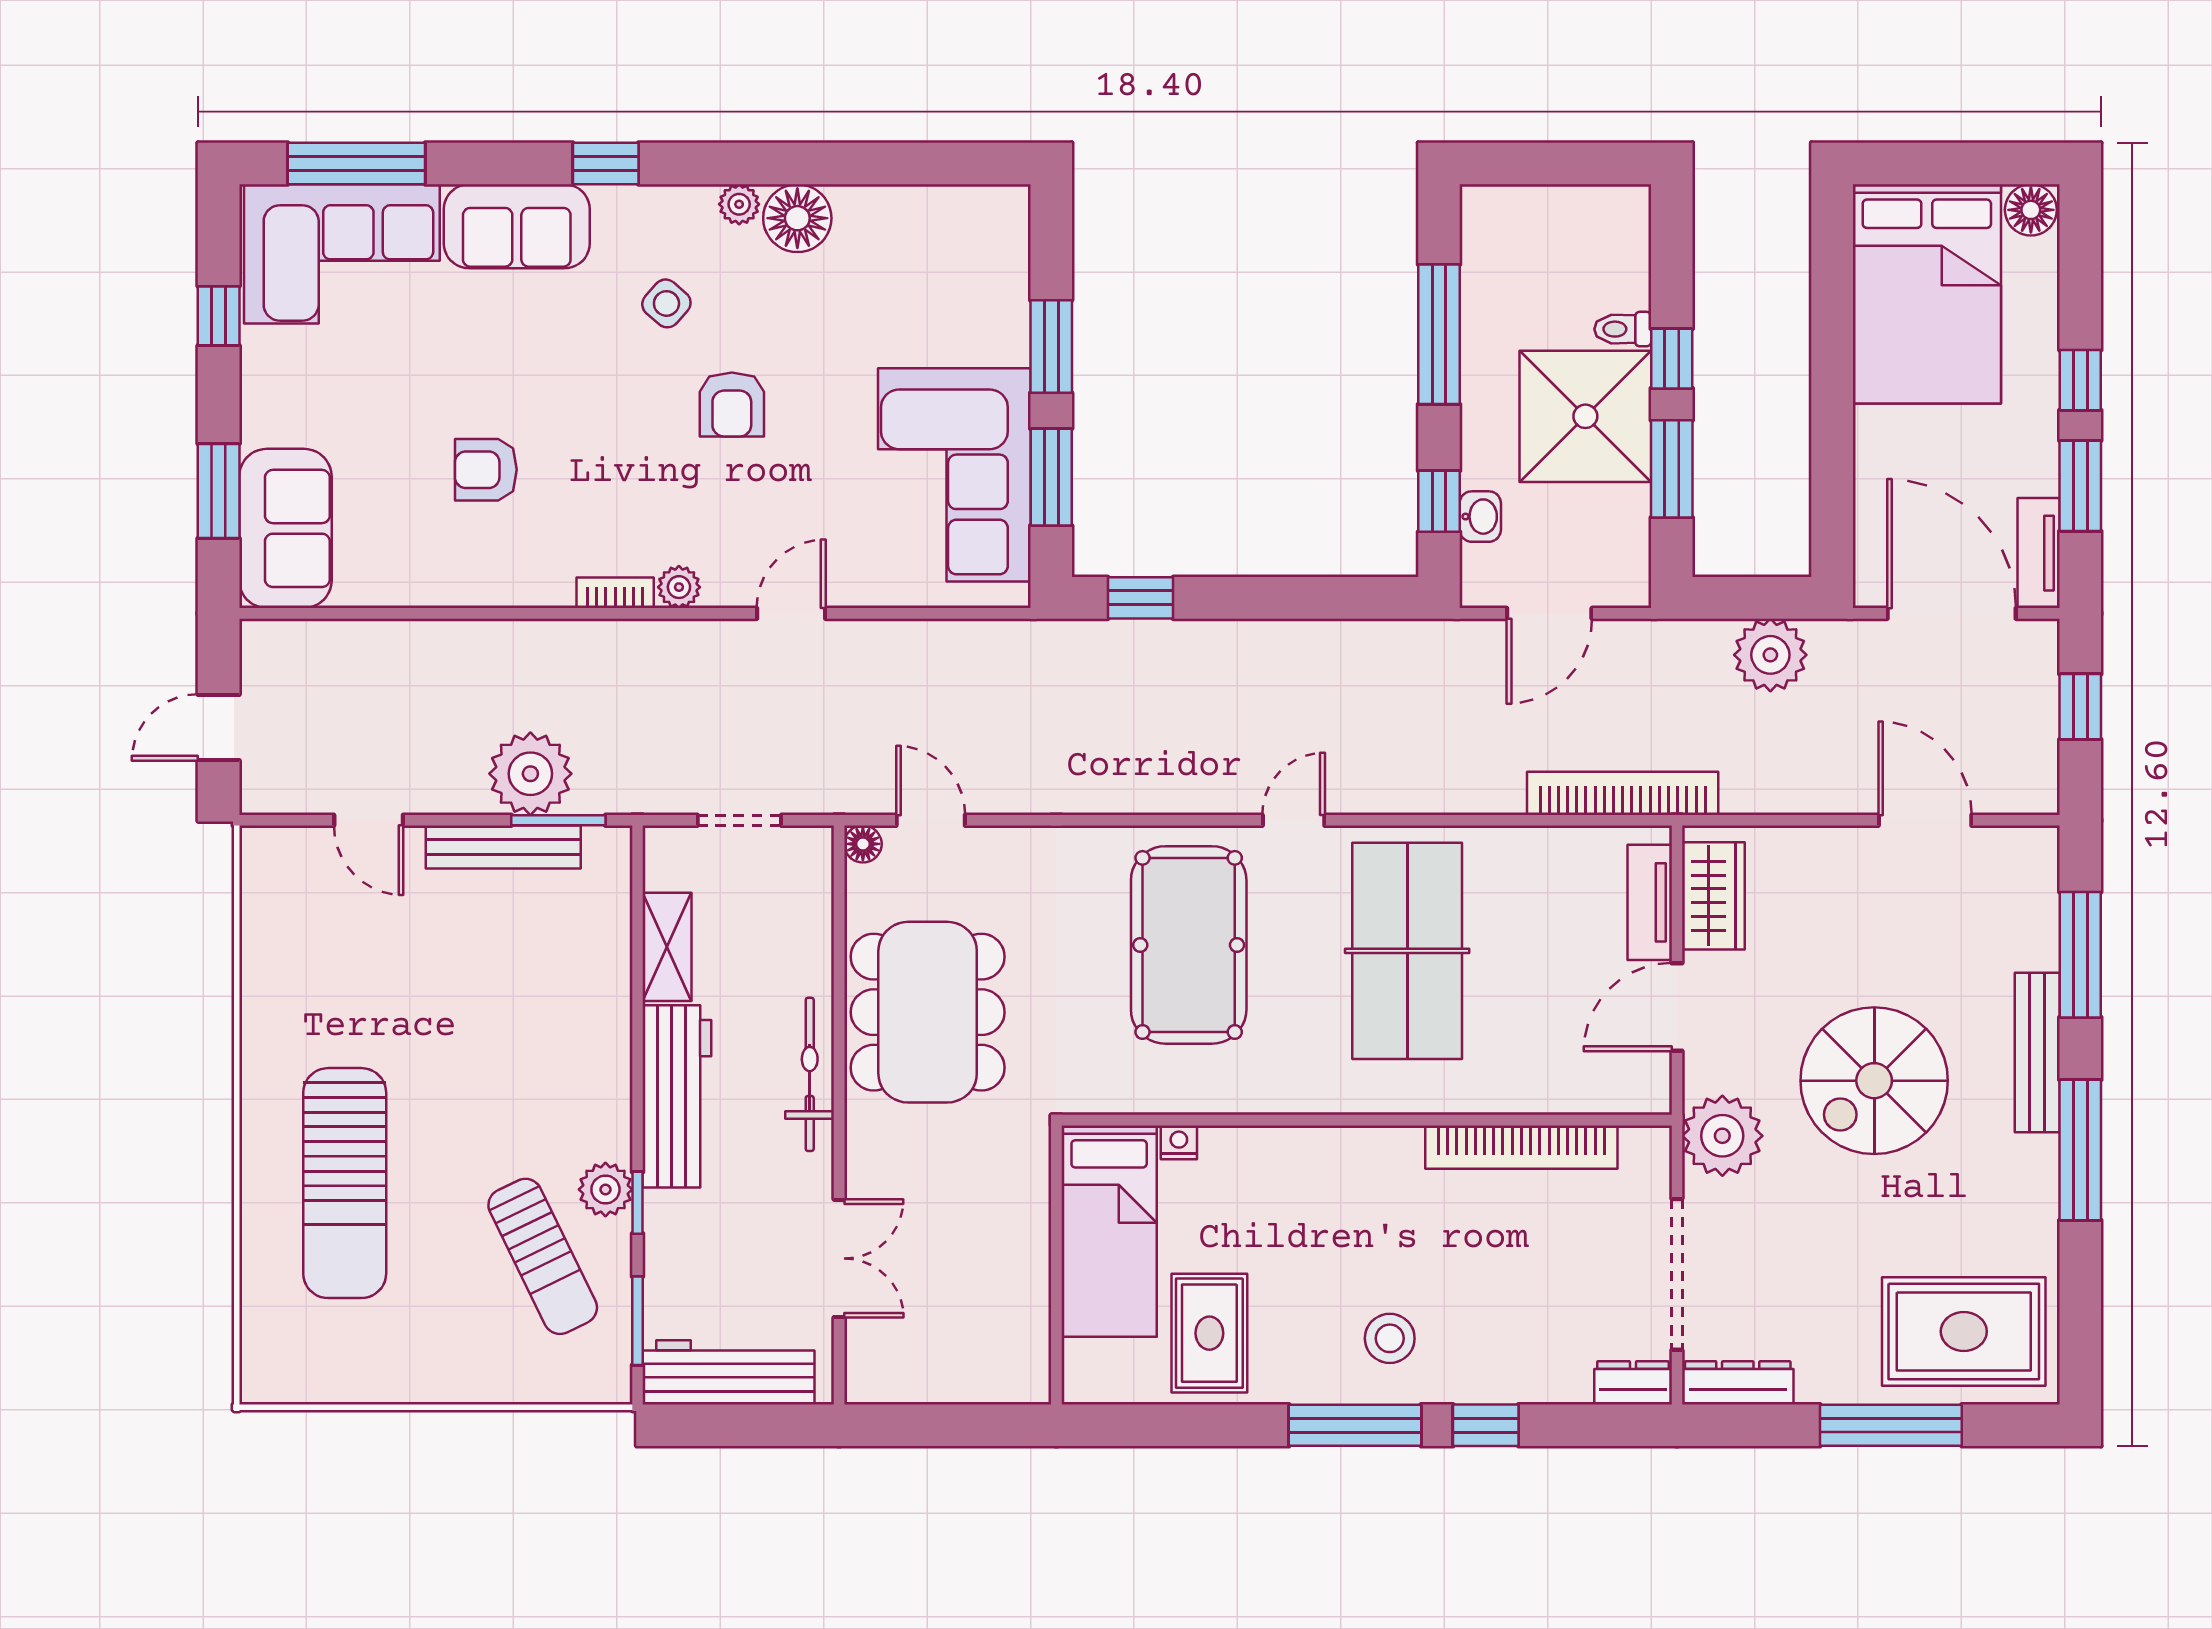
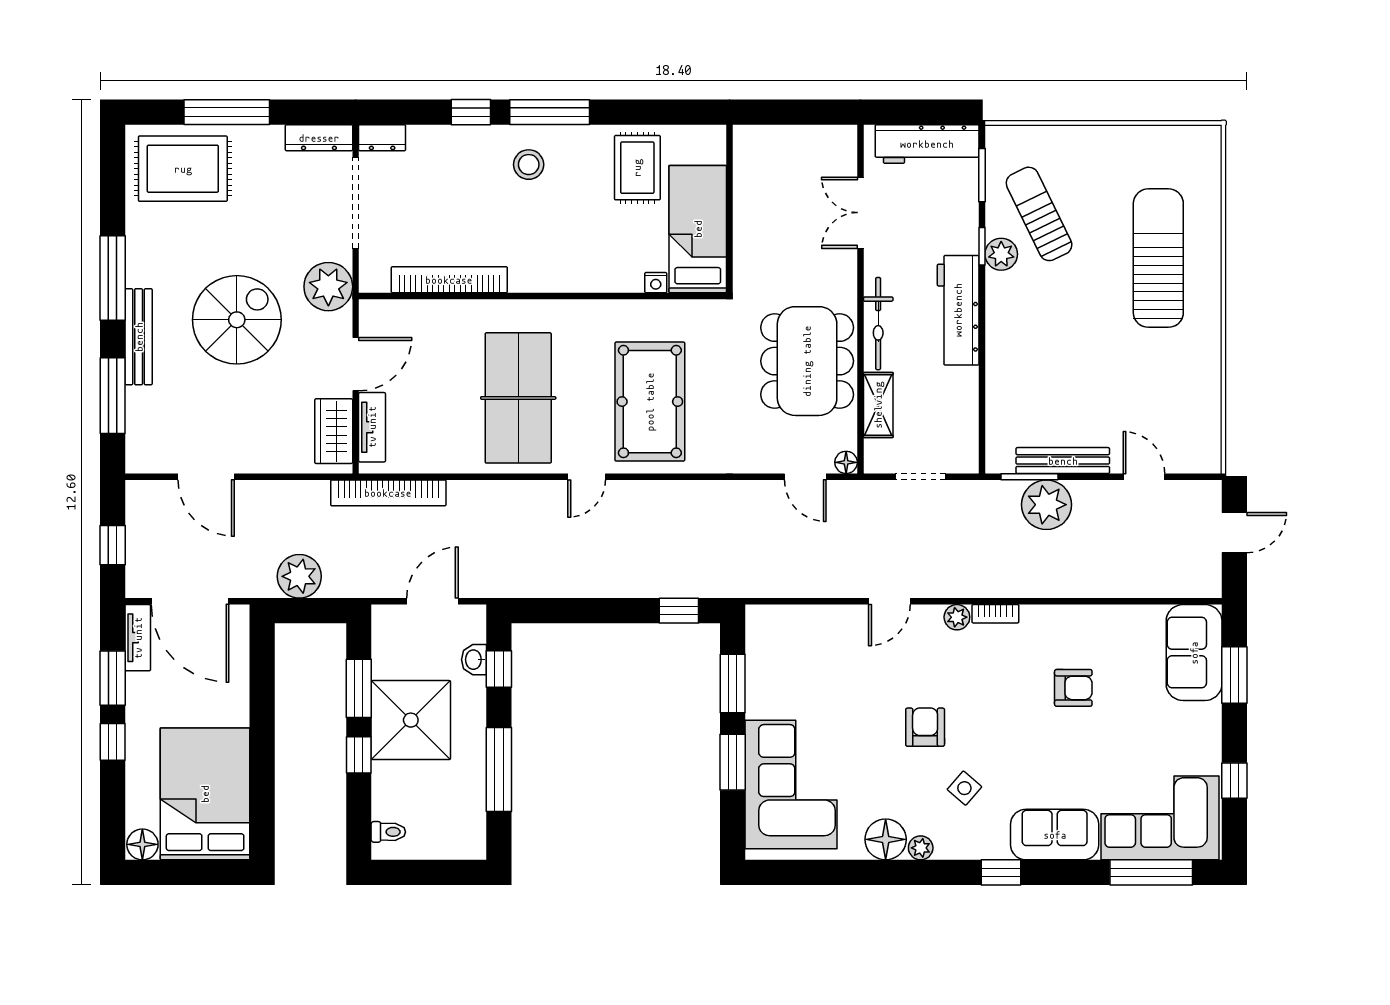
toilet: (1623, 329) -> (388, 832), moved
corner sofa: (954, 475) -> (791, 784), moved
shelving: (667, 947) -> (878, 405), moved

